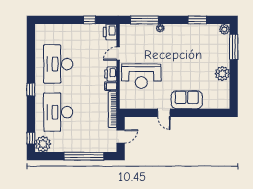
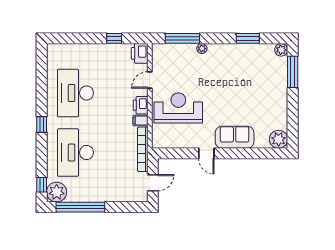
plant: (222, 74) -> (279, 139), moved
reception desk: (141, 76) -> (178, 108), turned 180
window: (84, 156) -> (80, 207), moved

